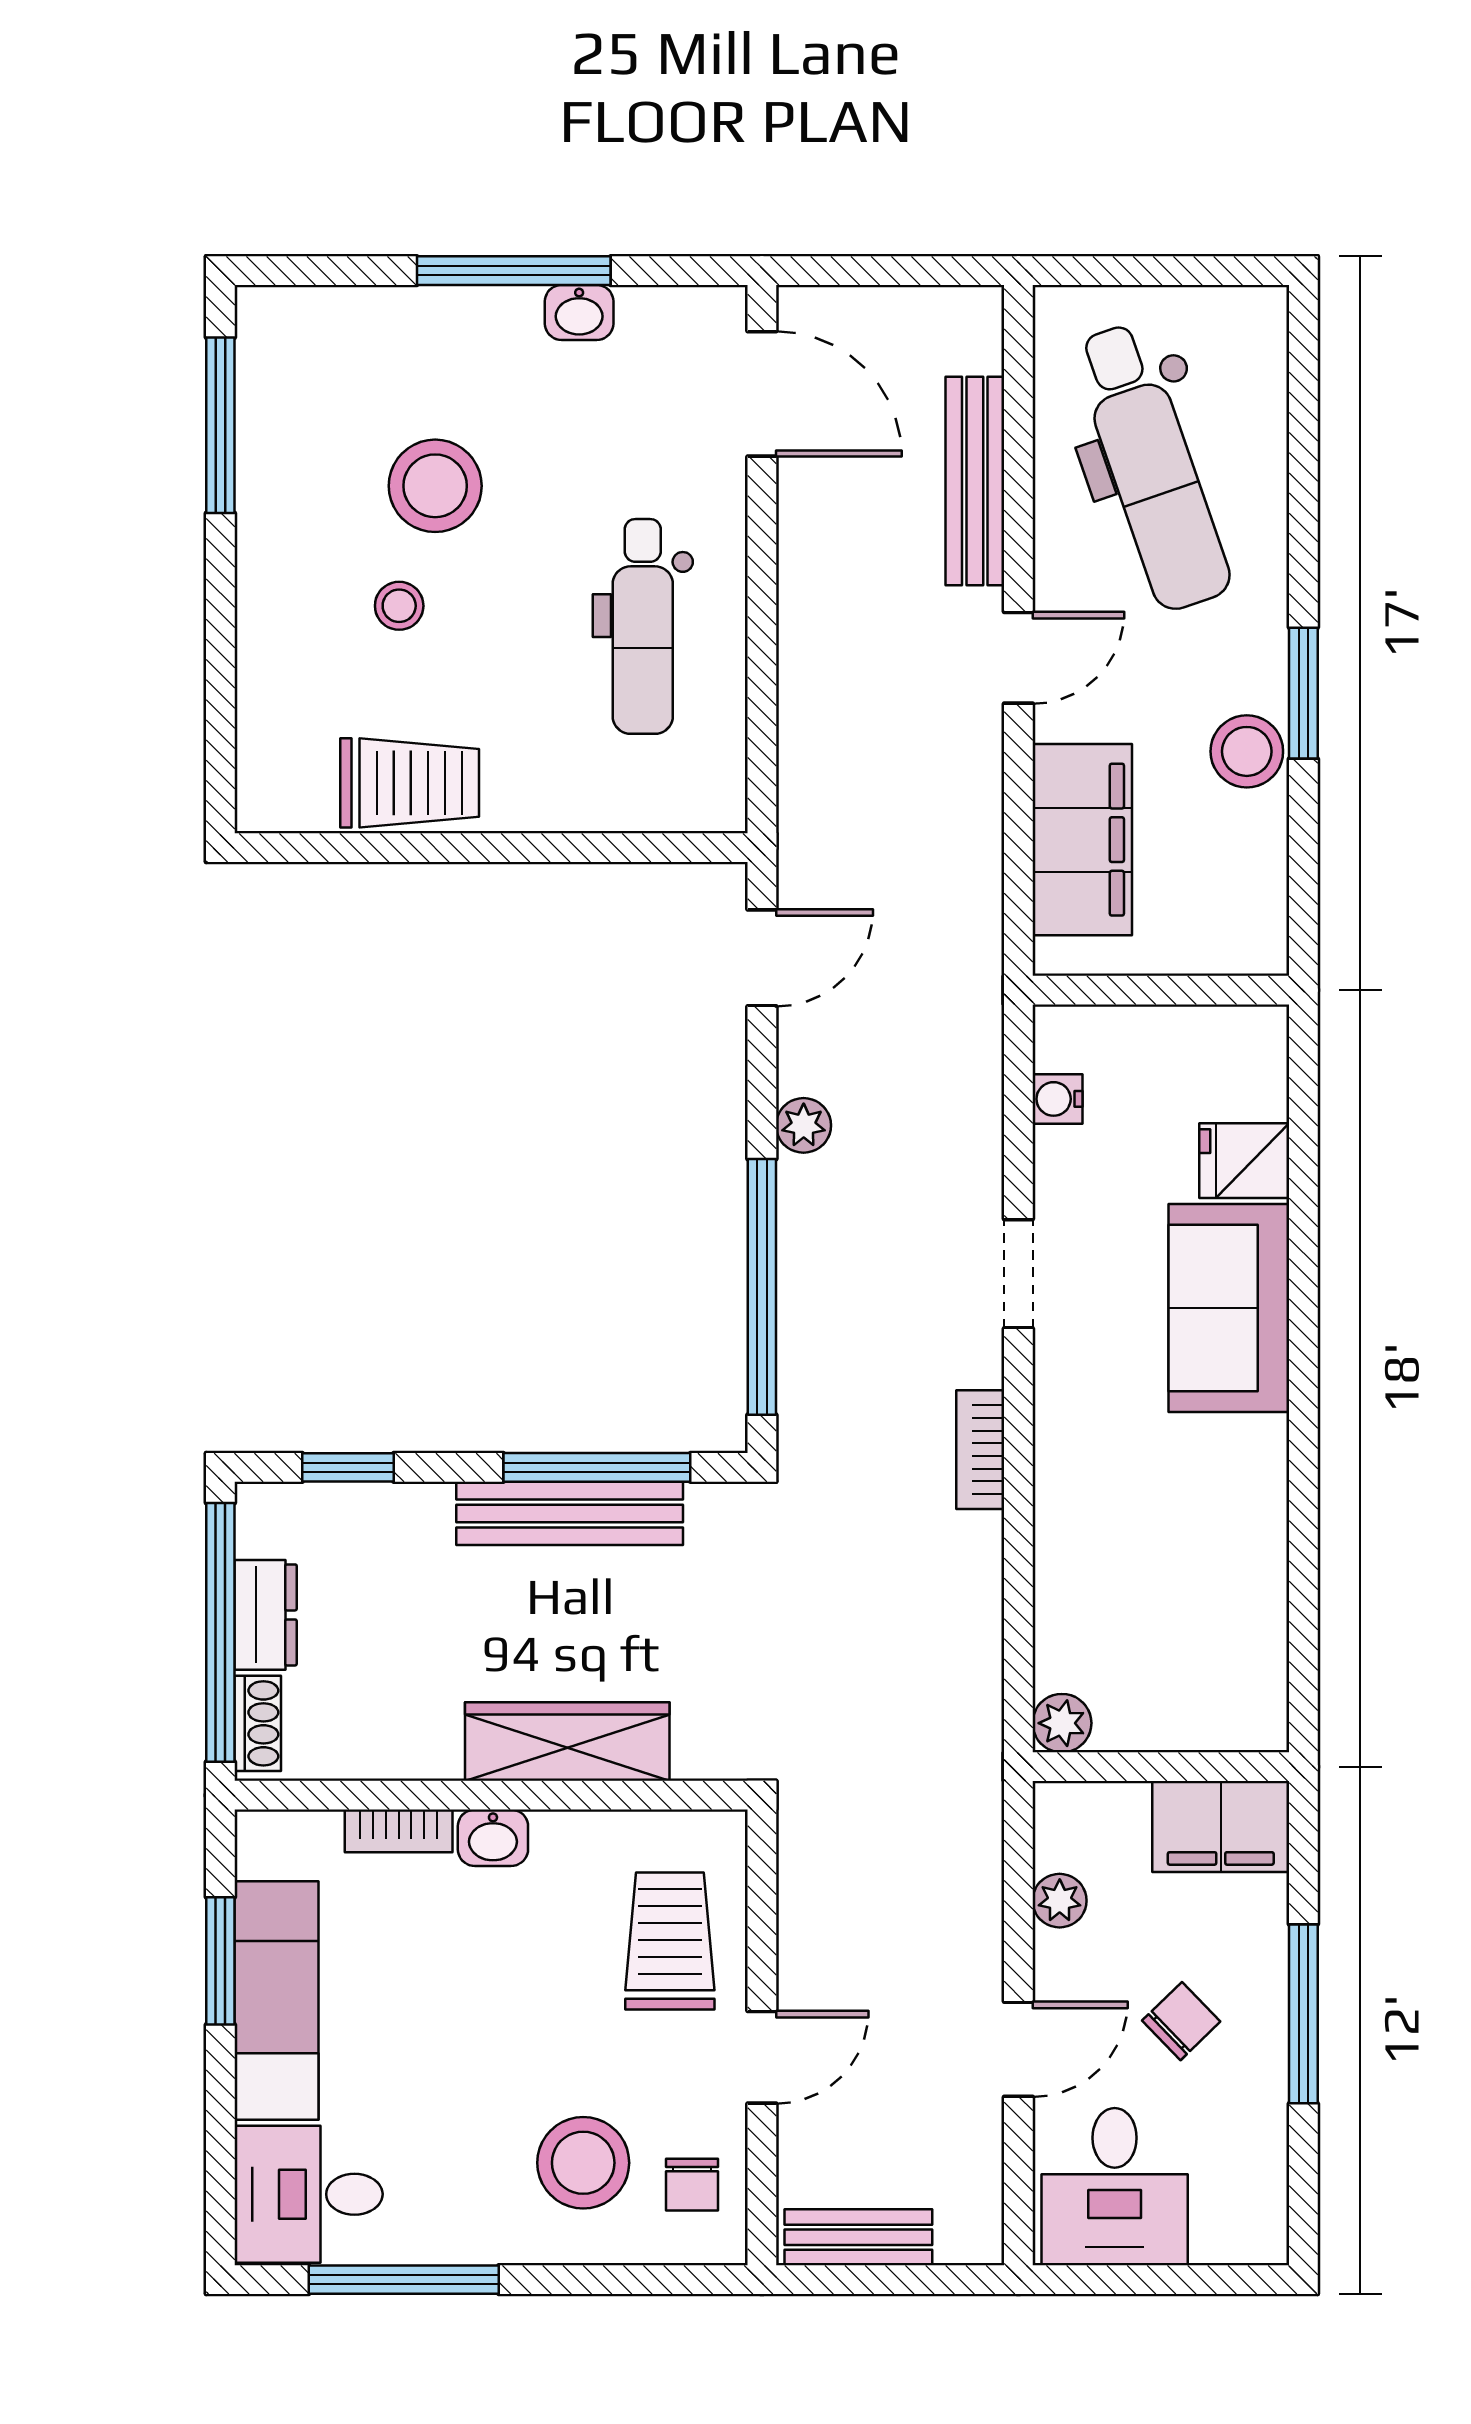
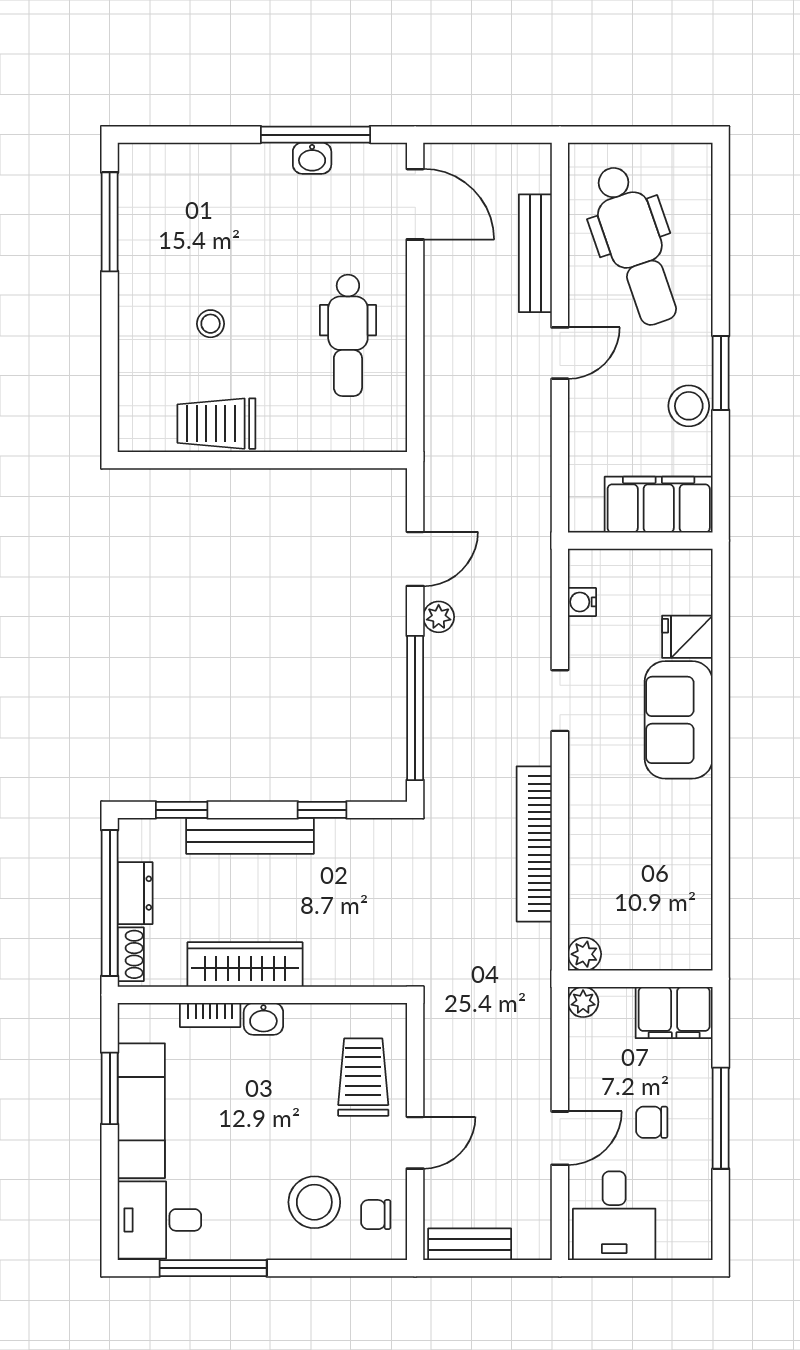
window: (514, 271) -> (315, 135), moved
stool: (435, 486) -> (231, 256), removed
trolley: (410, 783) -> (216, 424), turned 180
filing cabinet: (1082, 840) -> (659, 505), moved, turned -90
door: (762, 958) -> (415, 559), moved
bookcase: (980, 1450) -> (534, 844), width x2.31, depth x1.31
window: (597, 1467) -> (322, 810), width x0.46
bench: (570, 1513) -> (250, 836), moved
wardrobe: (567, 1741) -> (245, 965), moved
plant: (1060, 1901) -> (583, 1002), moved
chair: (1181, 2021) -> (652, 1122), turned -136
chair: (692, 2185) -> (376, 1215), turned 90

